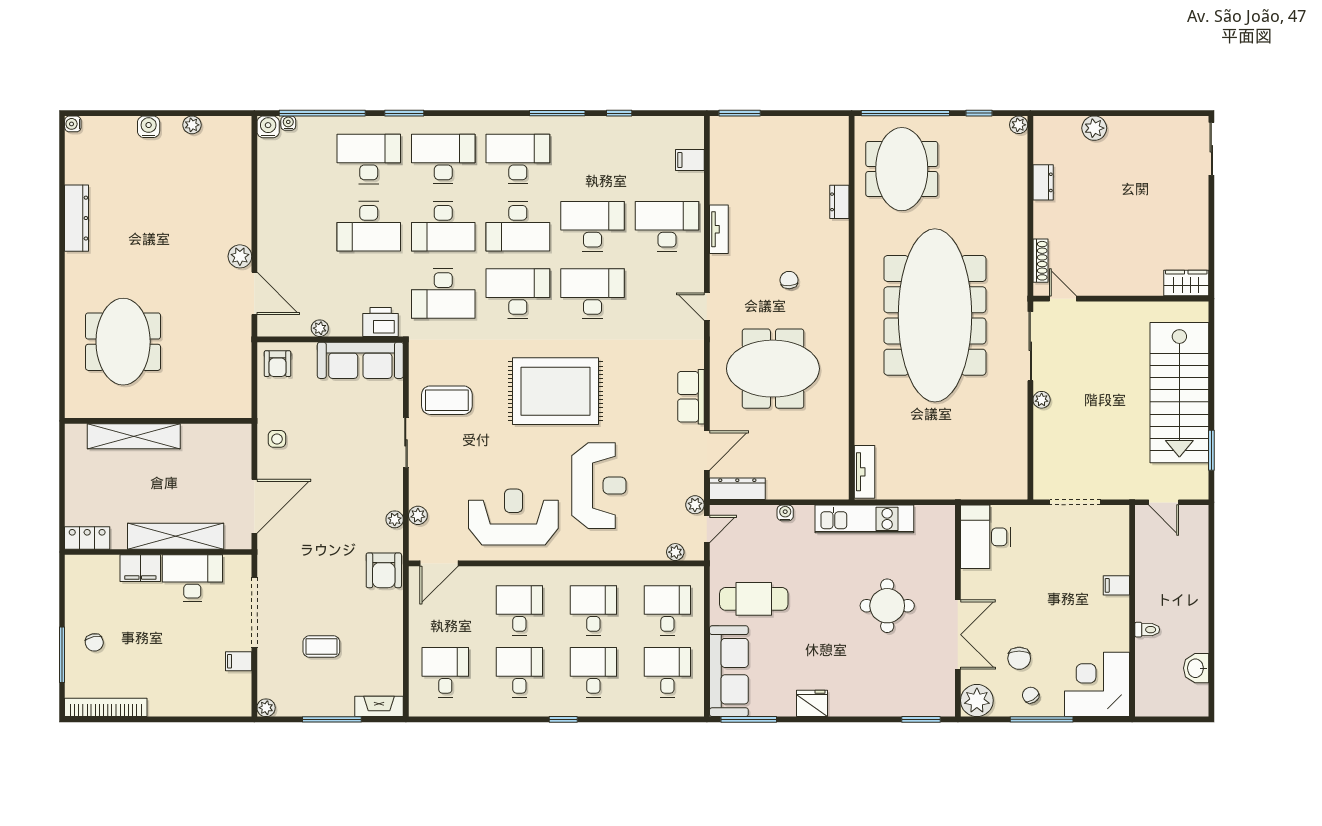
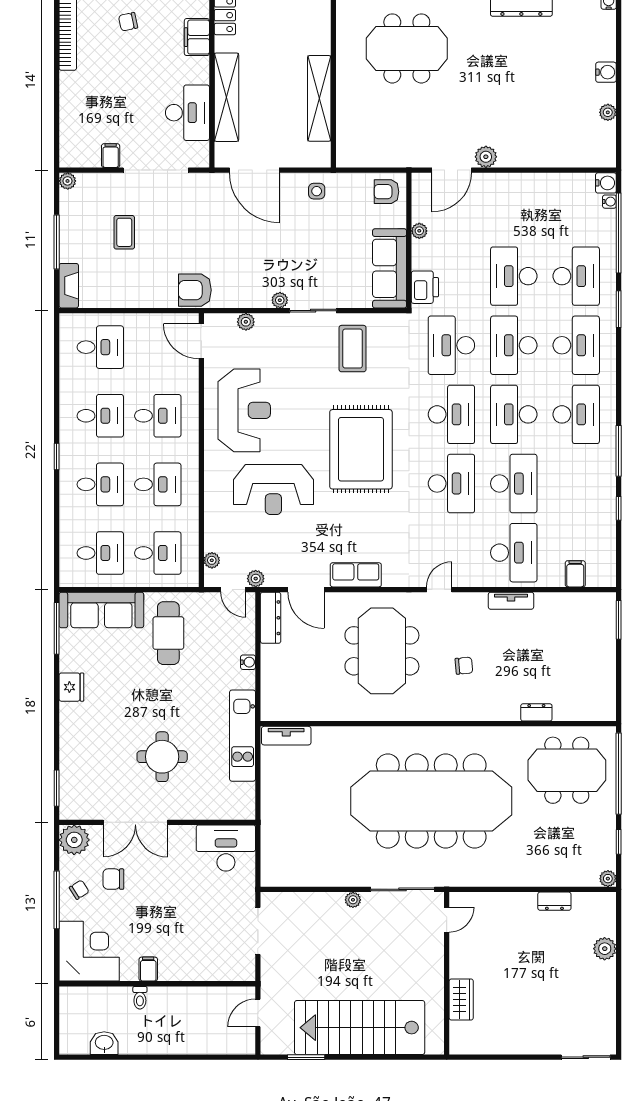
shoe rack: (1040, 261) -> (482, 899), removed
wardrobe: (1186, 283) -> (461, 999), moved
shelving: (134, 436) -> (319, 98), moved
plant: (395, 519) -> (280, 300), moved
filing cabinet: (140, 568) -> (197, 37), moved
filing cabinet: (1116, 585) -> (148, 969), moved

